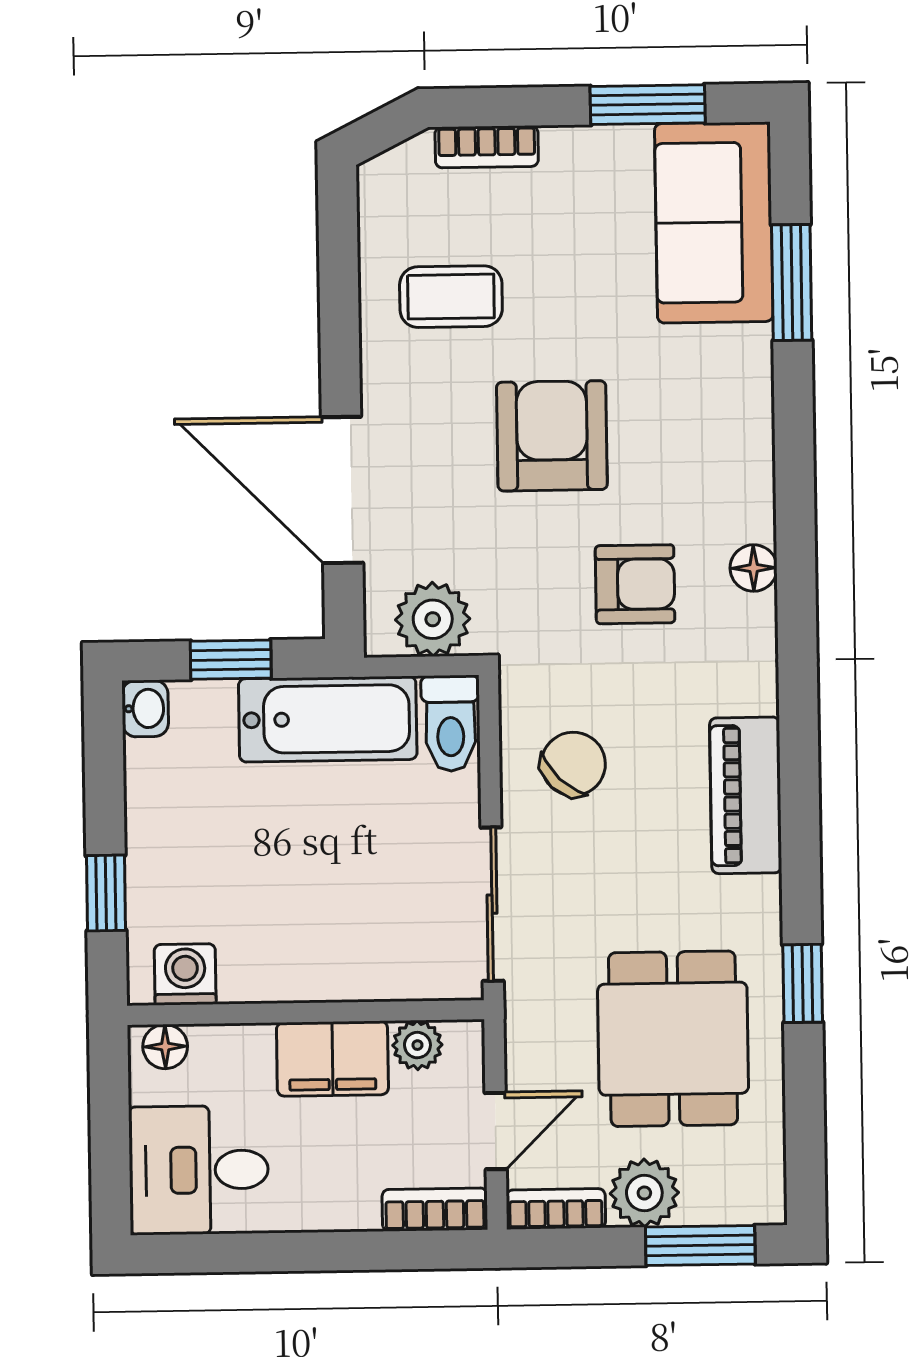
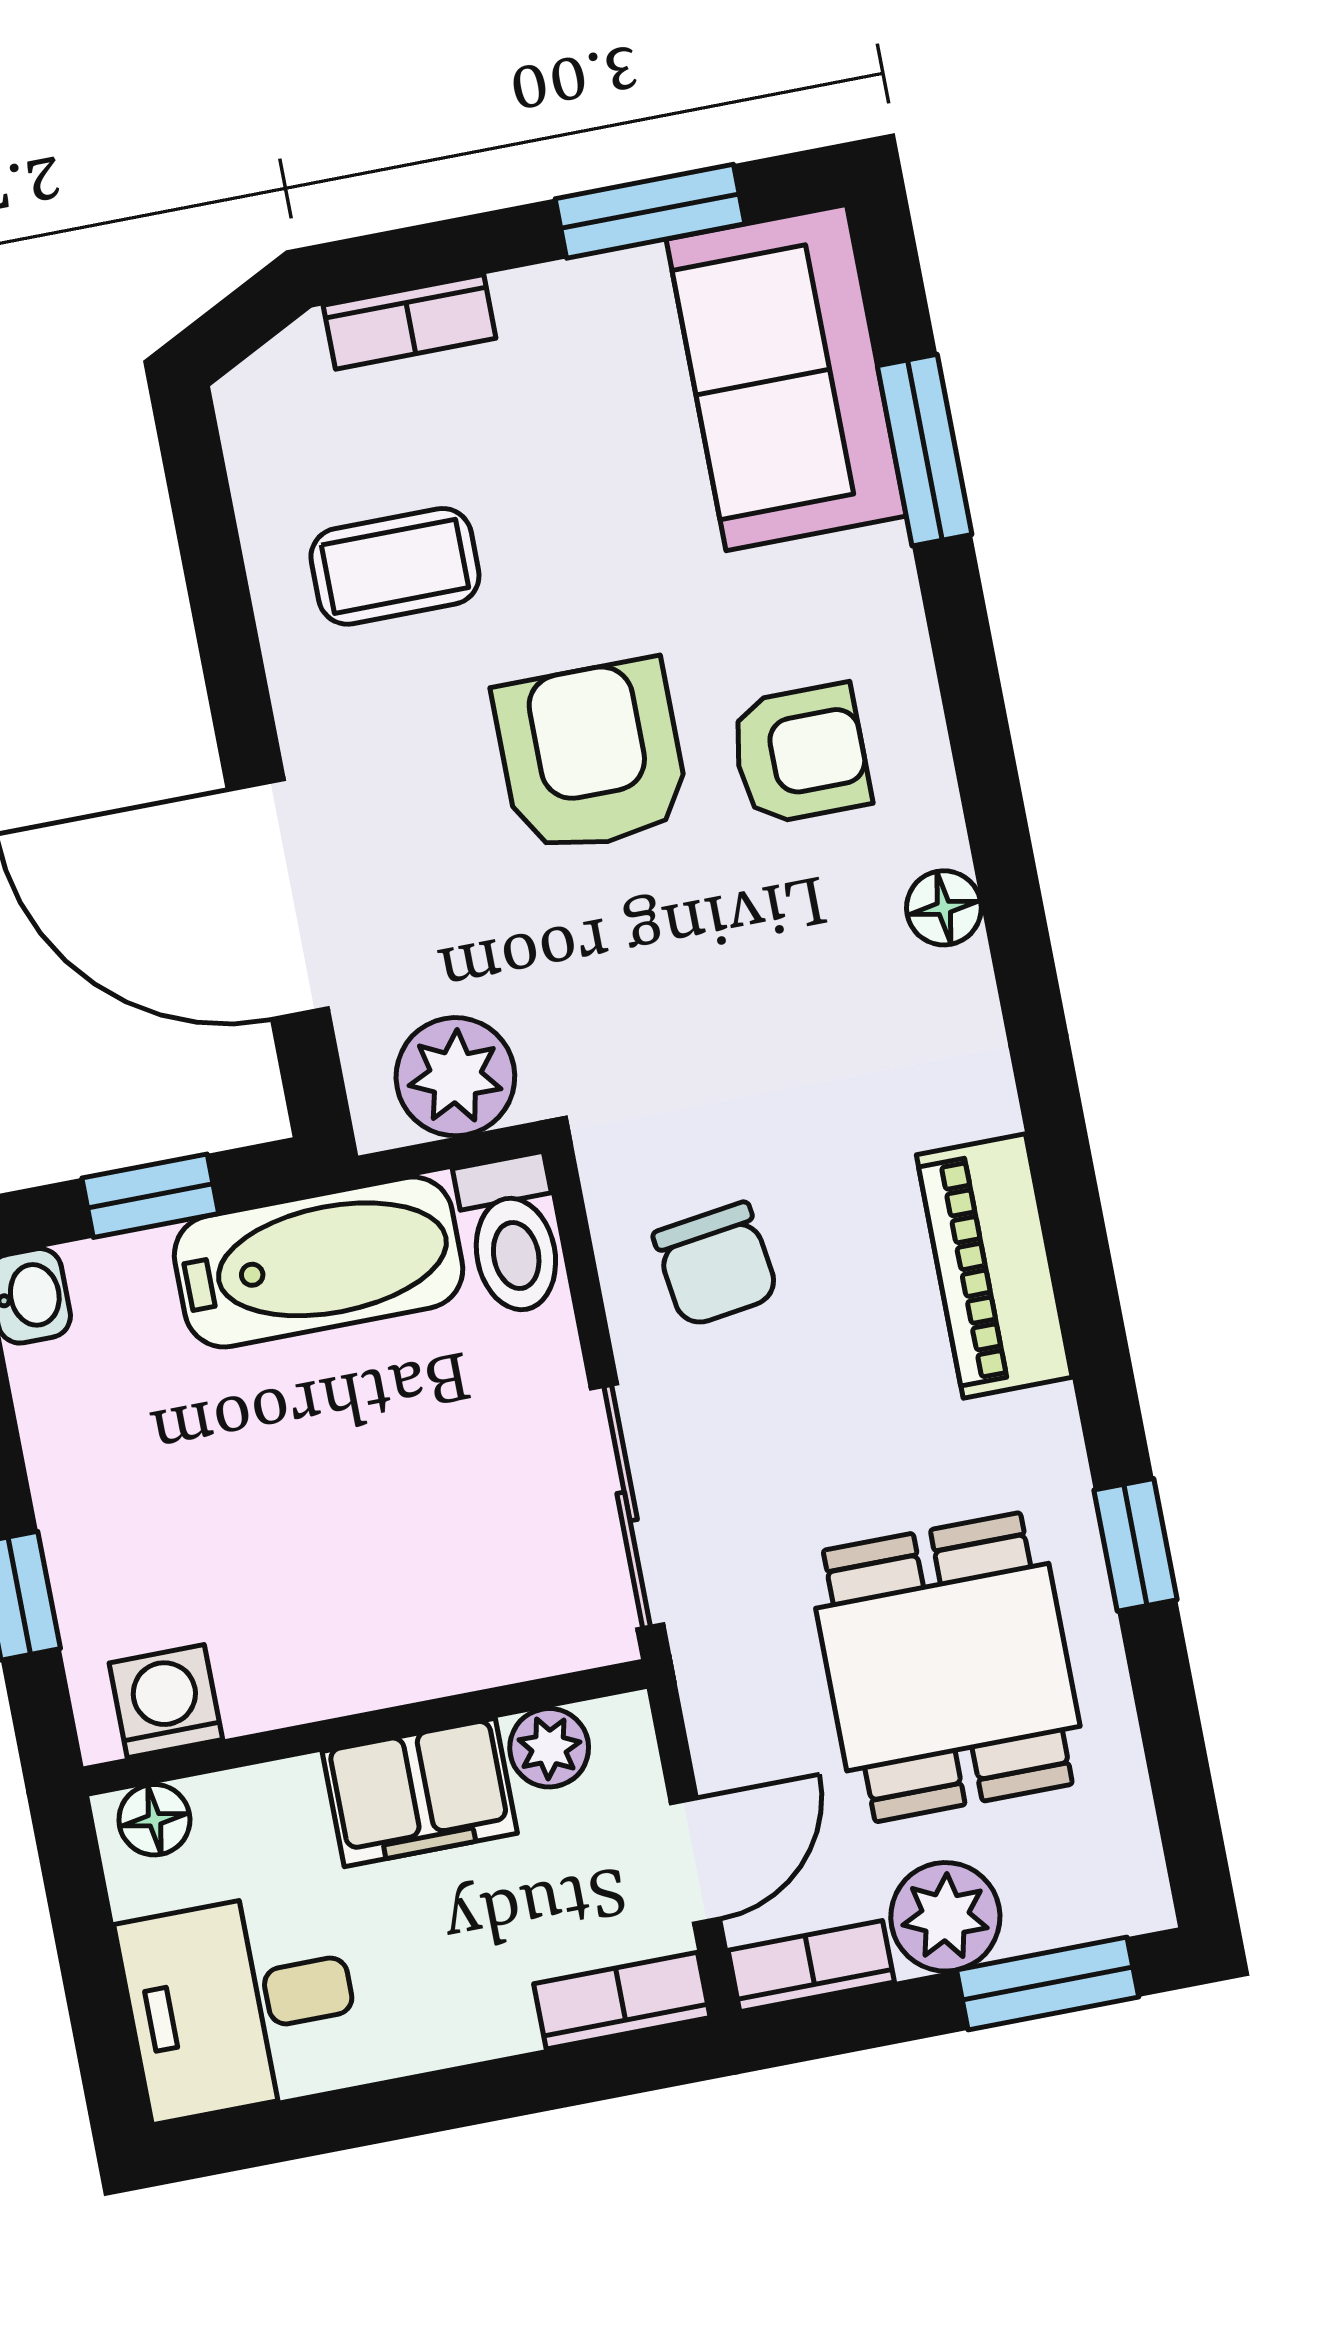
armchair: (635, 584) -> (800, 754), moved
chair: (573, 764) -> (716, 1265), turned 128

